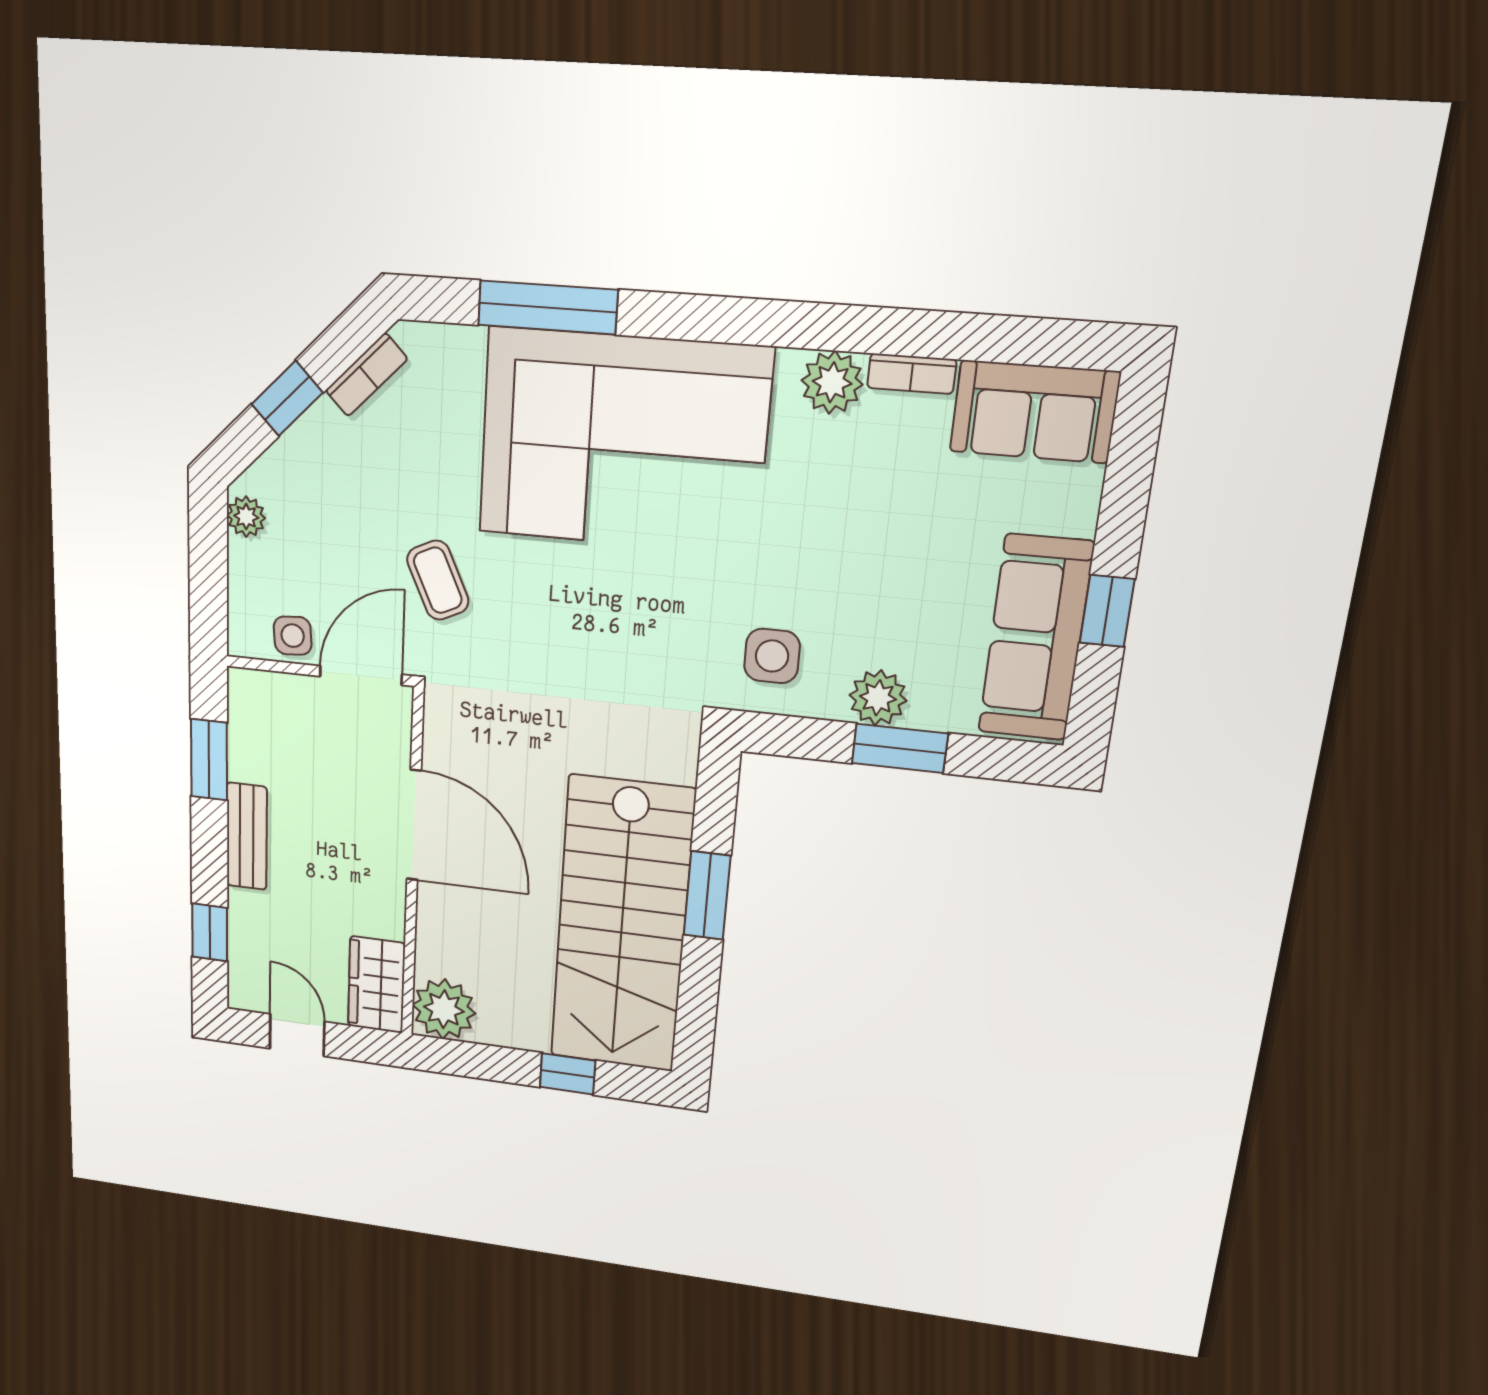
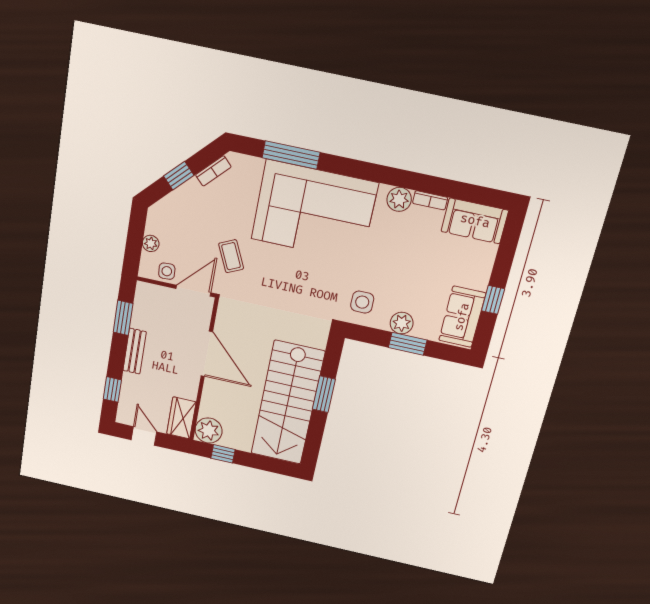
plant: (246, 517) -> (151, 243), moved
sofa: (1036, 638) -> (462, 317), width x0.73
window: (568, 1074) -> (223, 454), moved

